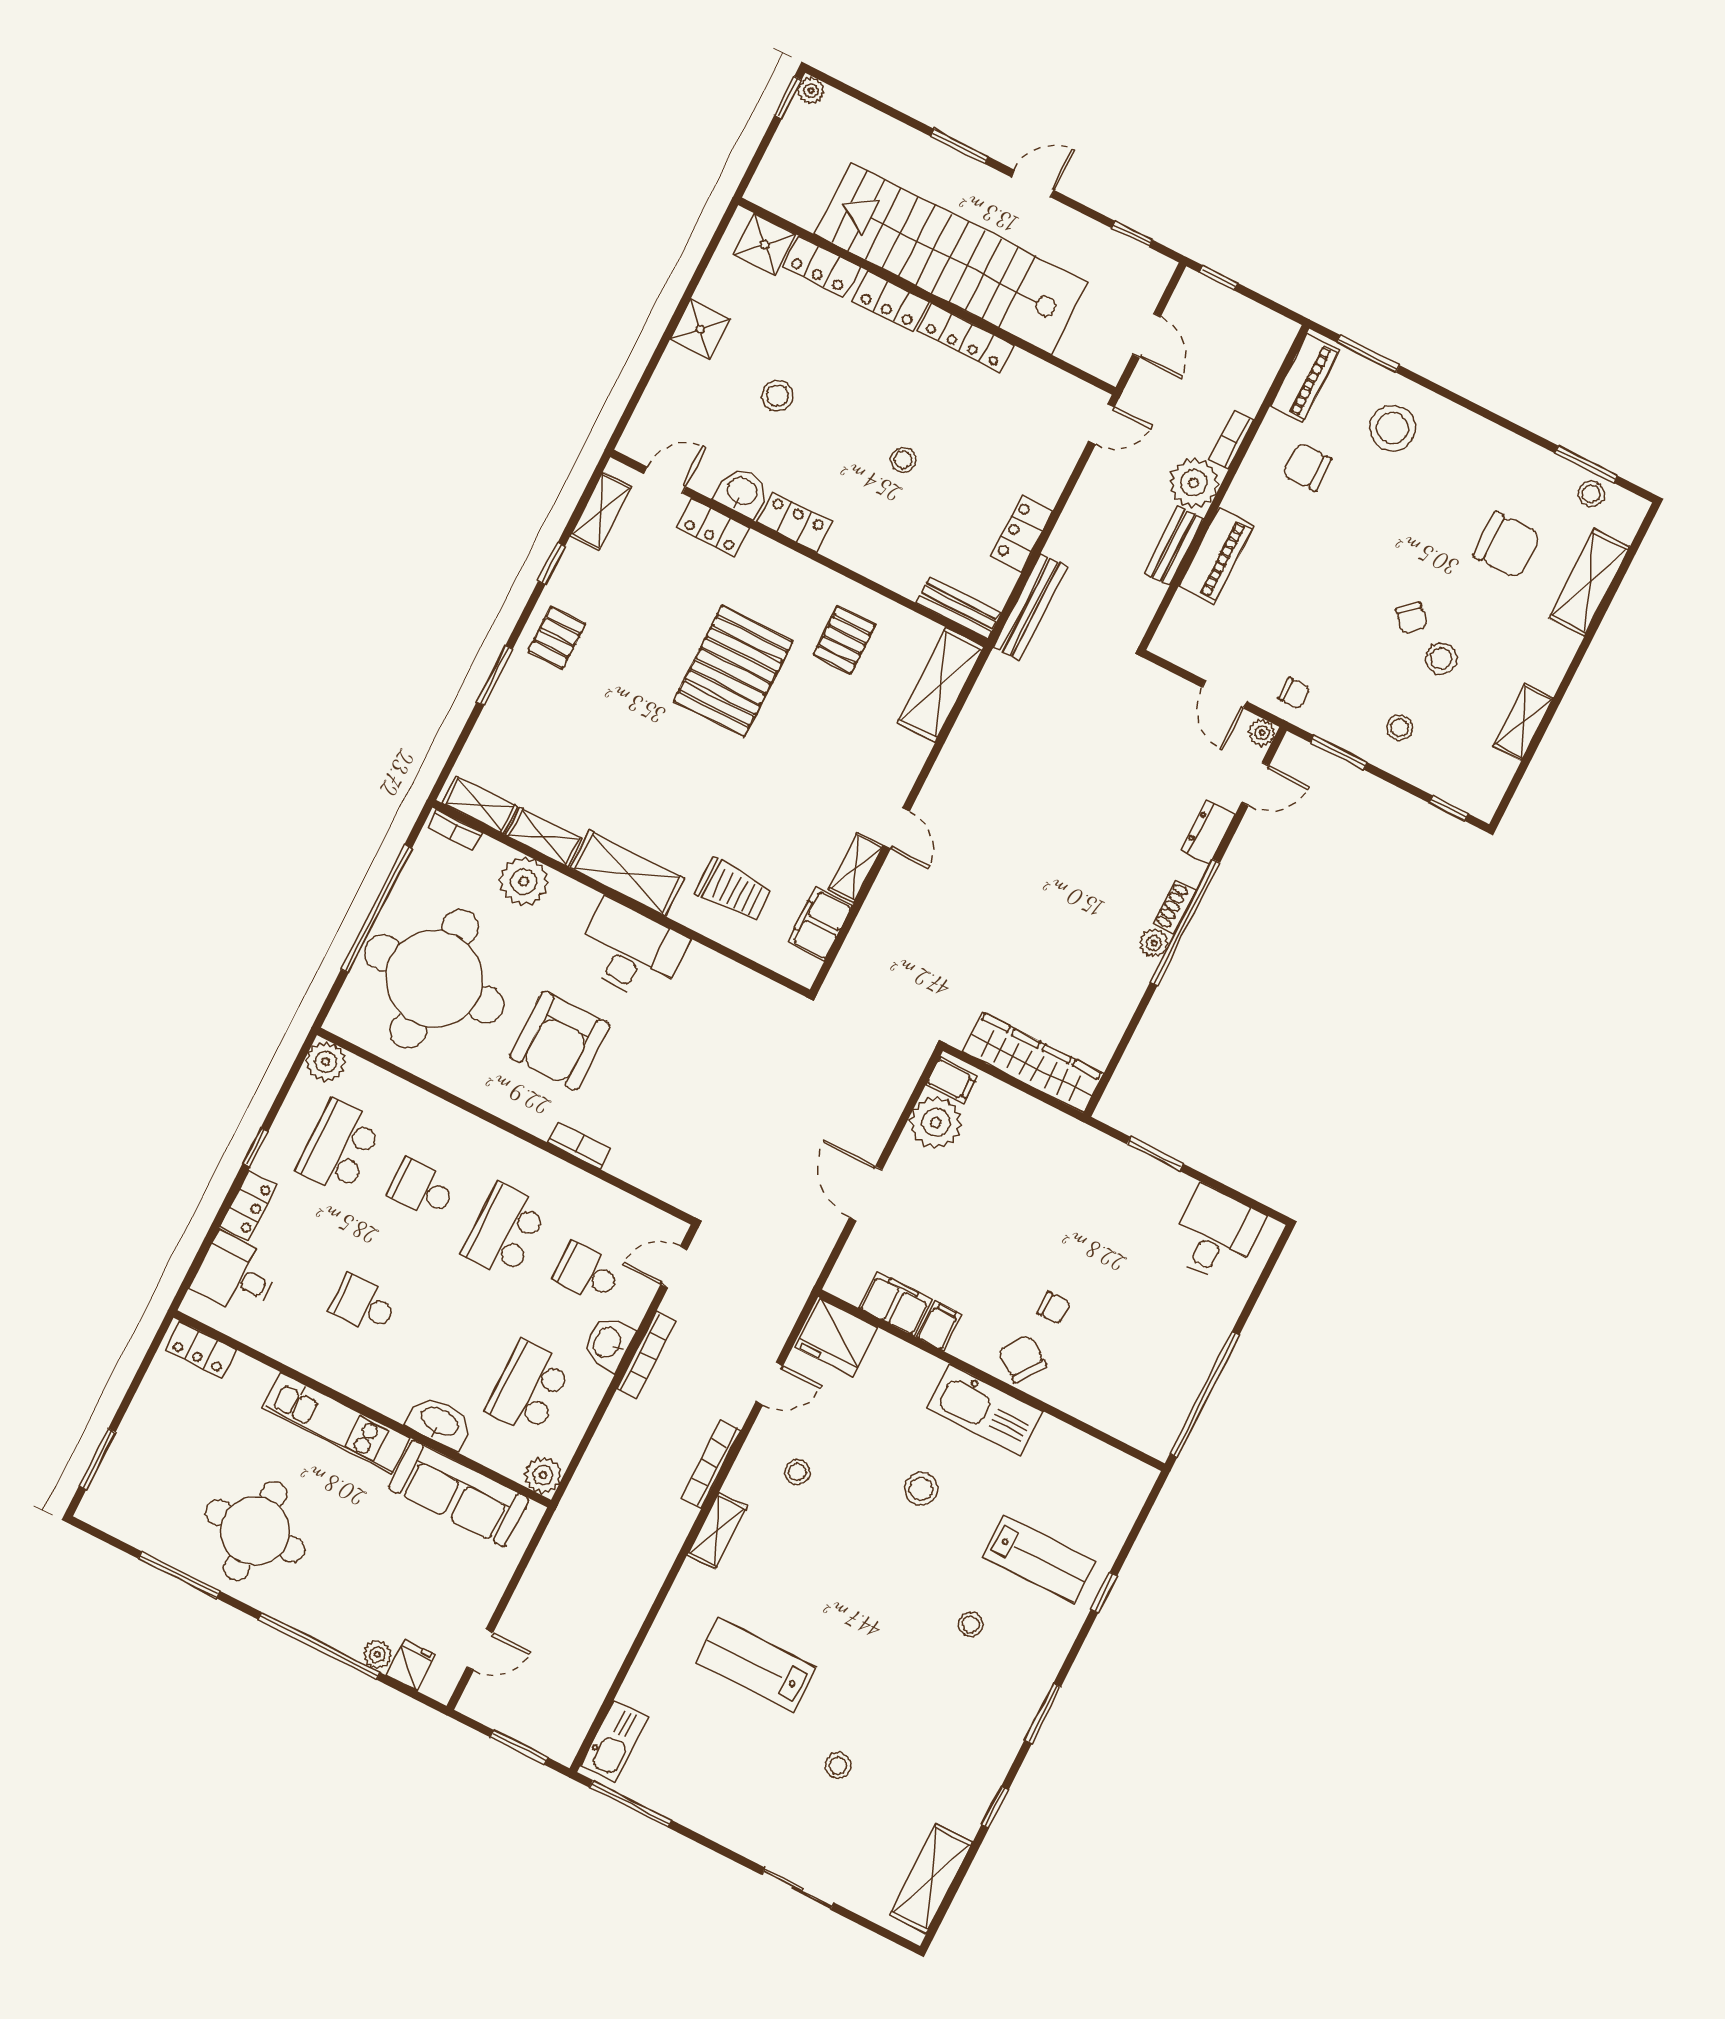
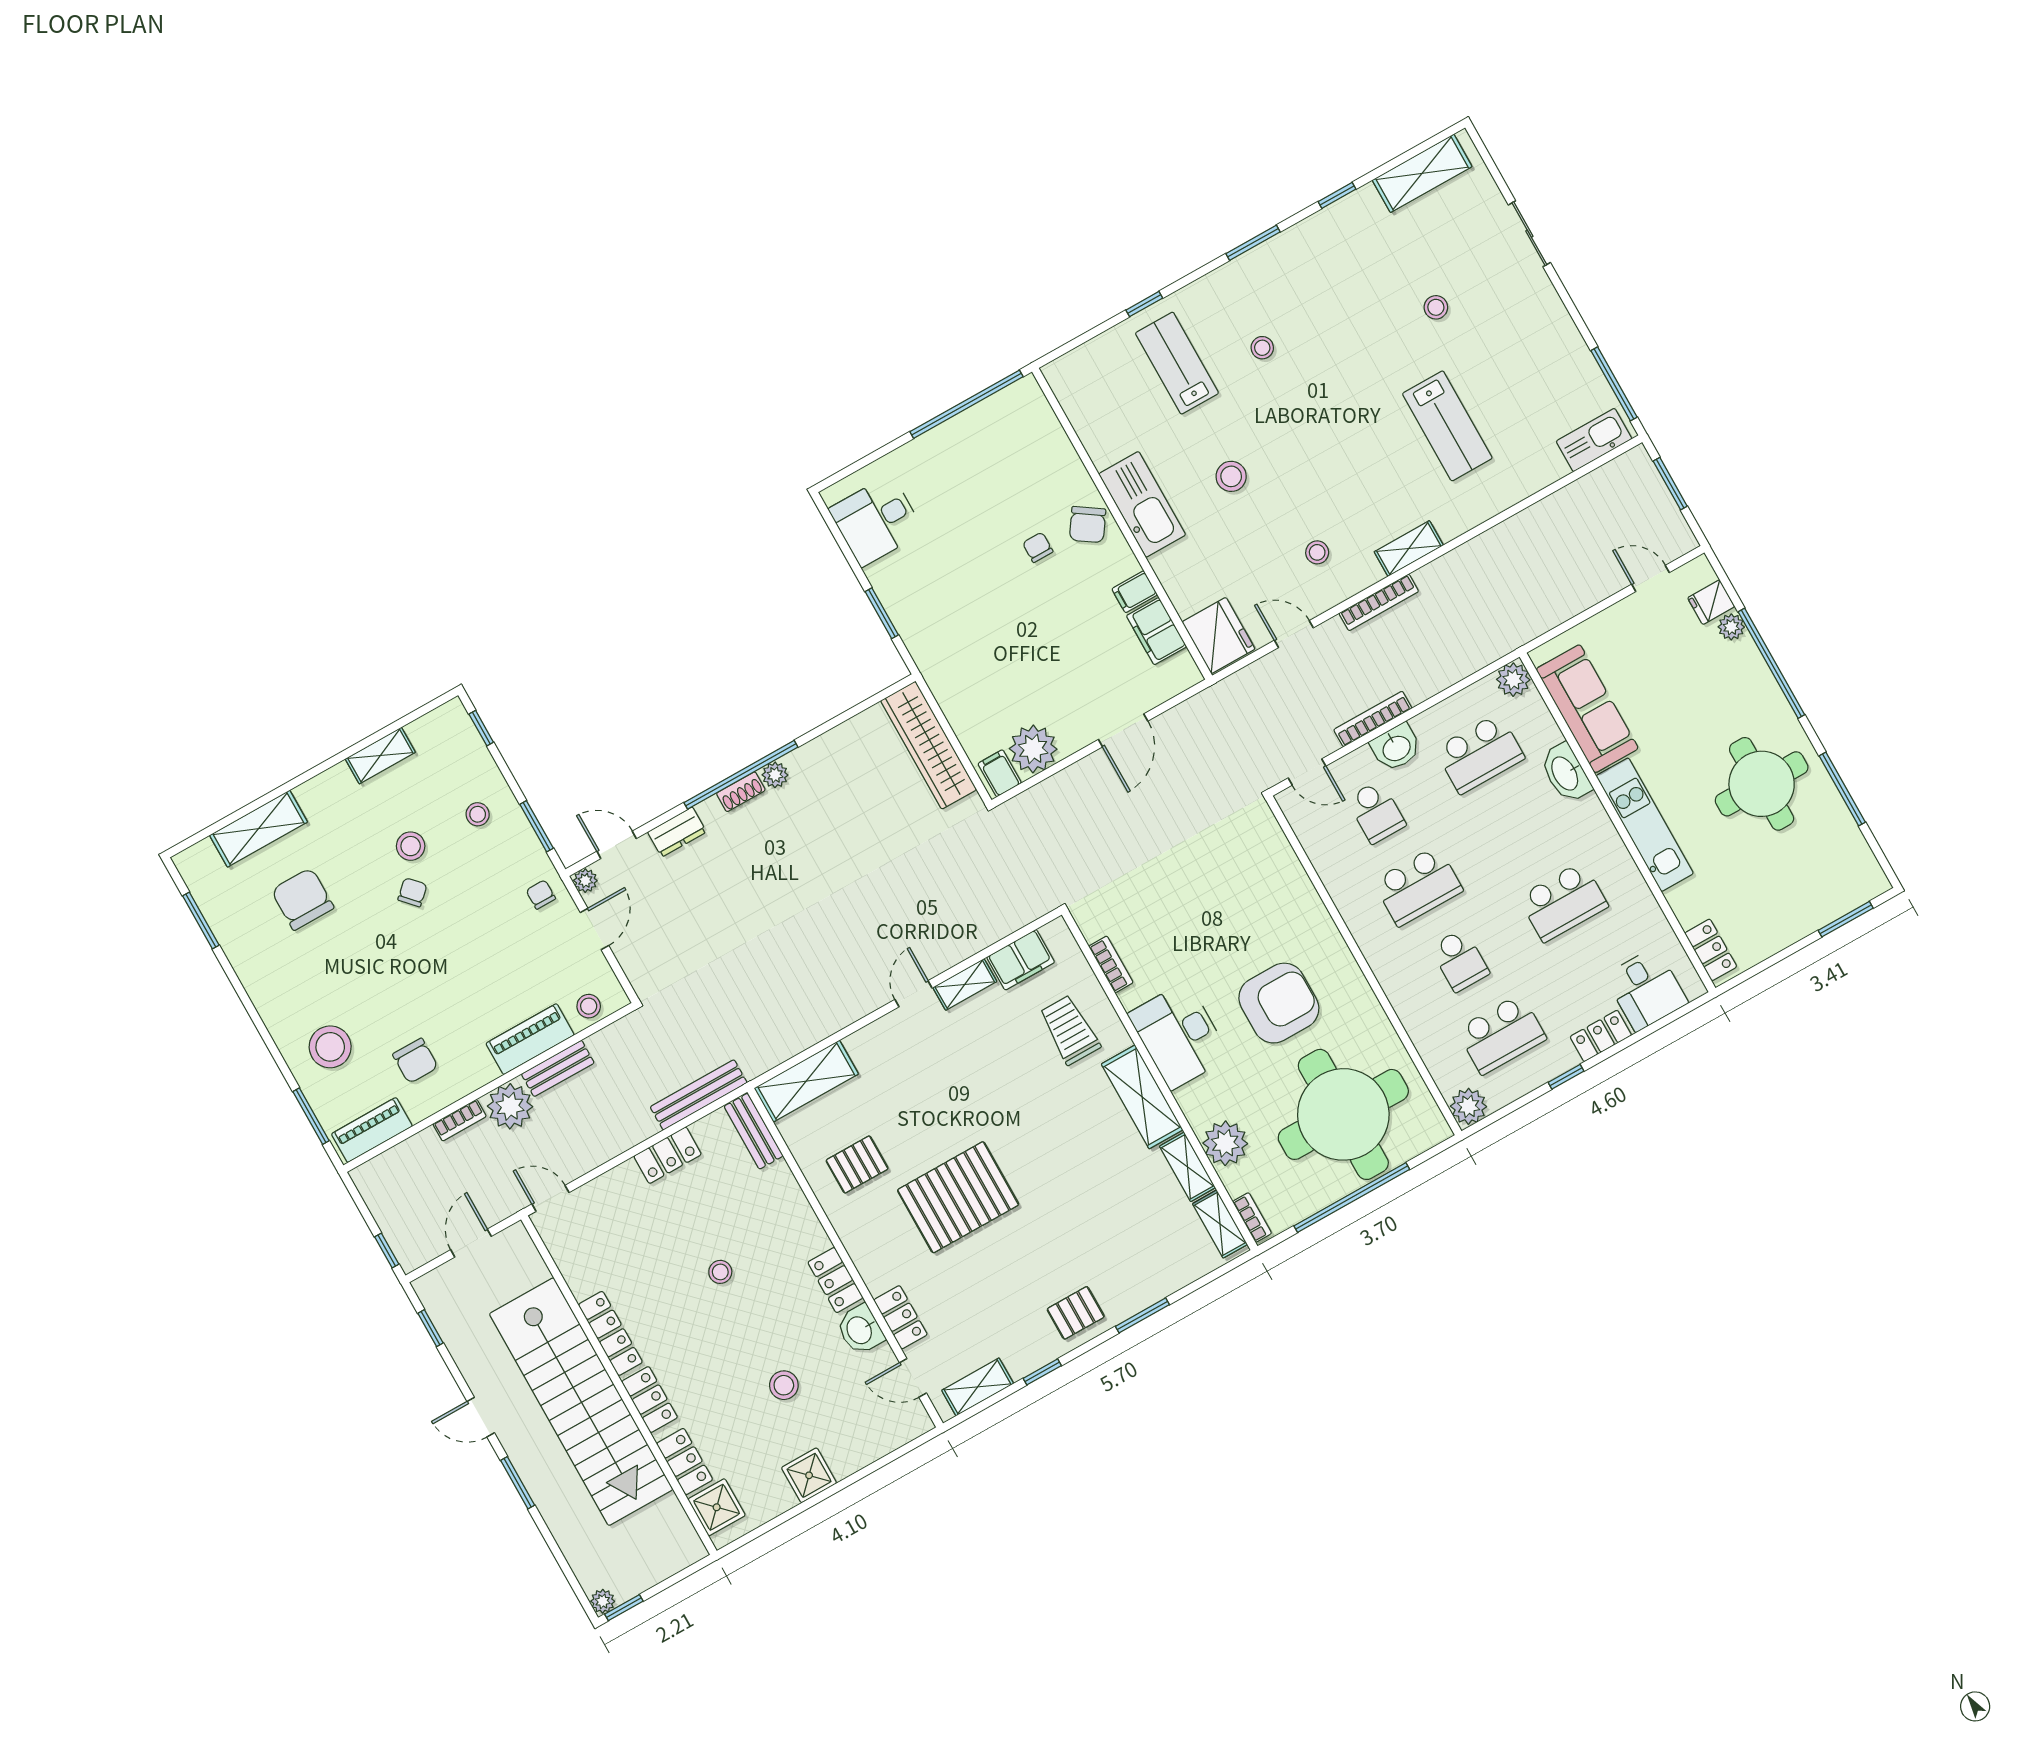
stool: (1591, 494) -> (589, 1006), moved
bookcase: (579, 1145) -> (1111, 964), moved, turned 180
school desk: (363, 1304) -> (1563, 902), width x1.85

